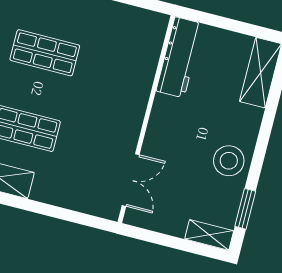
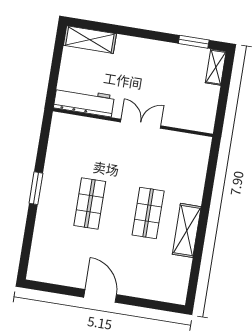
stool: (229, 161) -> (159, 57), removed
double door: (131, 180) -> (141, 124), moved

